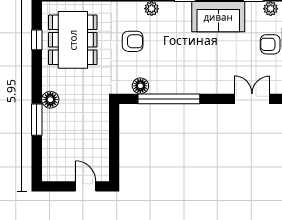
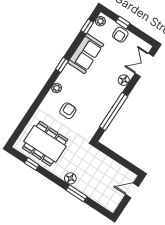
floor lamp: (140, 86) -> (124, 80), moved

